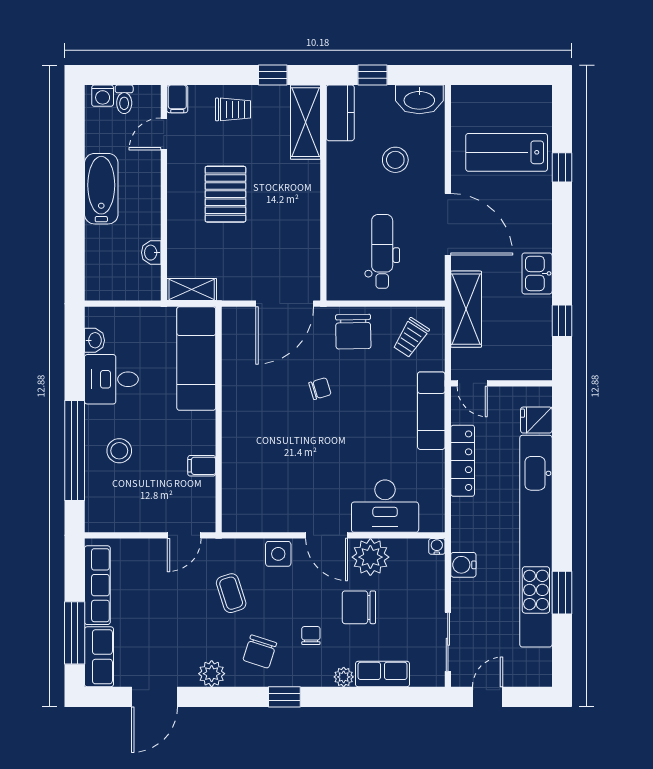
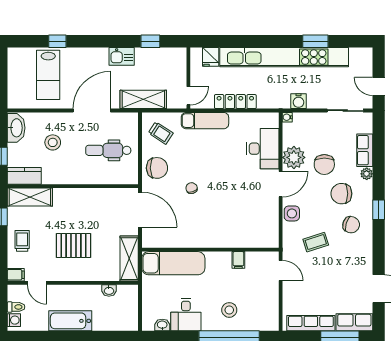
shelving: (192, 290) -> (129, 259), width x1.50, depth x1.33
chair: (311, 635) -> (341, 194), width x1.87, depth x1.87
plant: (212, 674) -> (365, 254), removed

